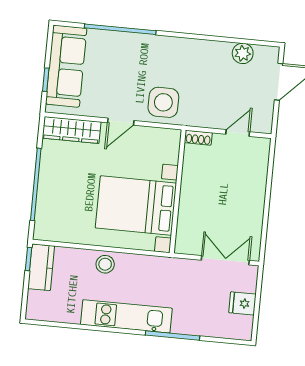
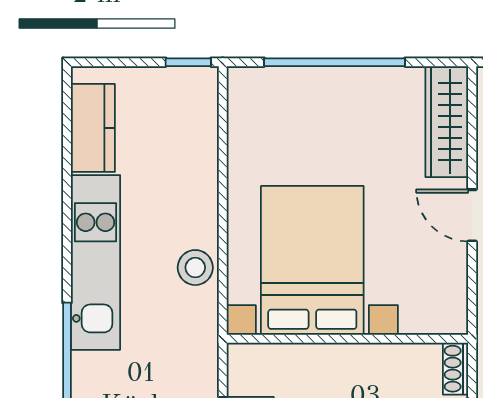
stool: (105, 264) -> (195, 268), moved
kitchen counter: (41, 267) -> (93, 128), moved, turned -90

